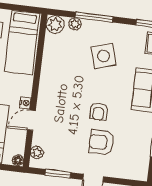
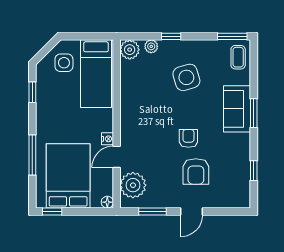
window: (94, 17) -> (171, 36), width x0.46
armchair: (99, 112) -> (188, 138), turned 180
armchair: (102, 142) -> (196, 171), turned -90
plant: (37, 153) -> (133, 185), width x1.88, depth x1.88

